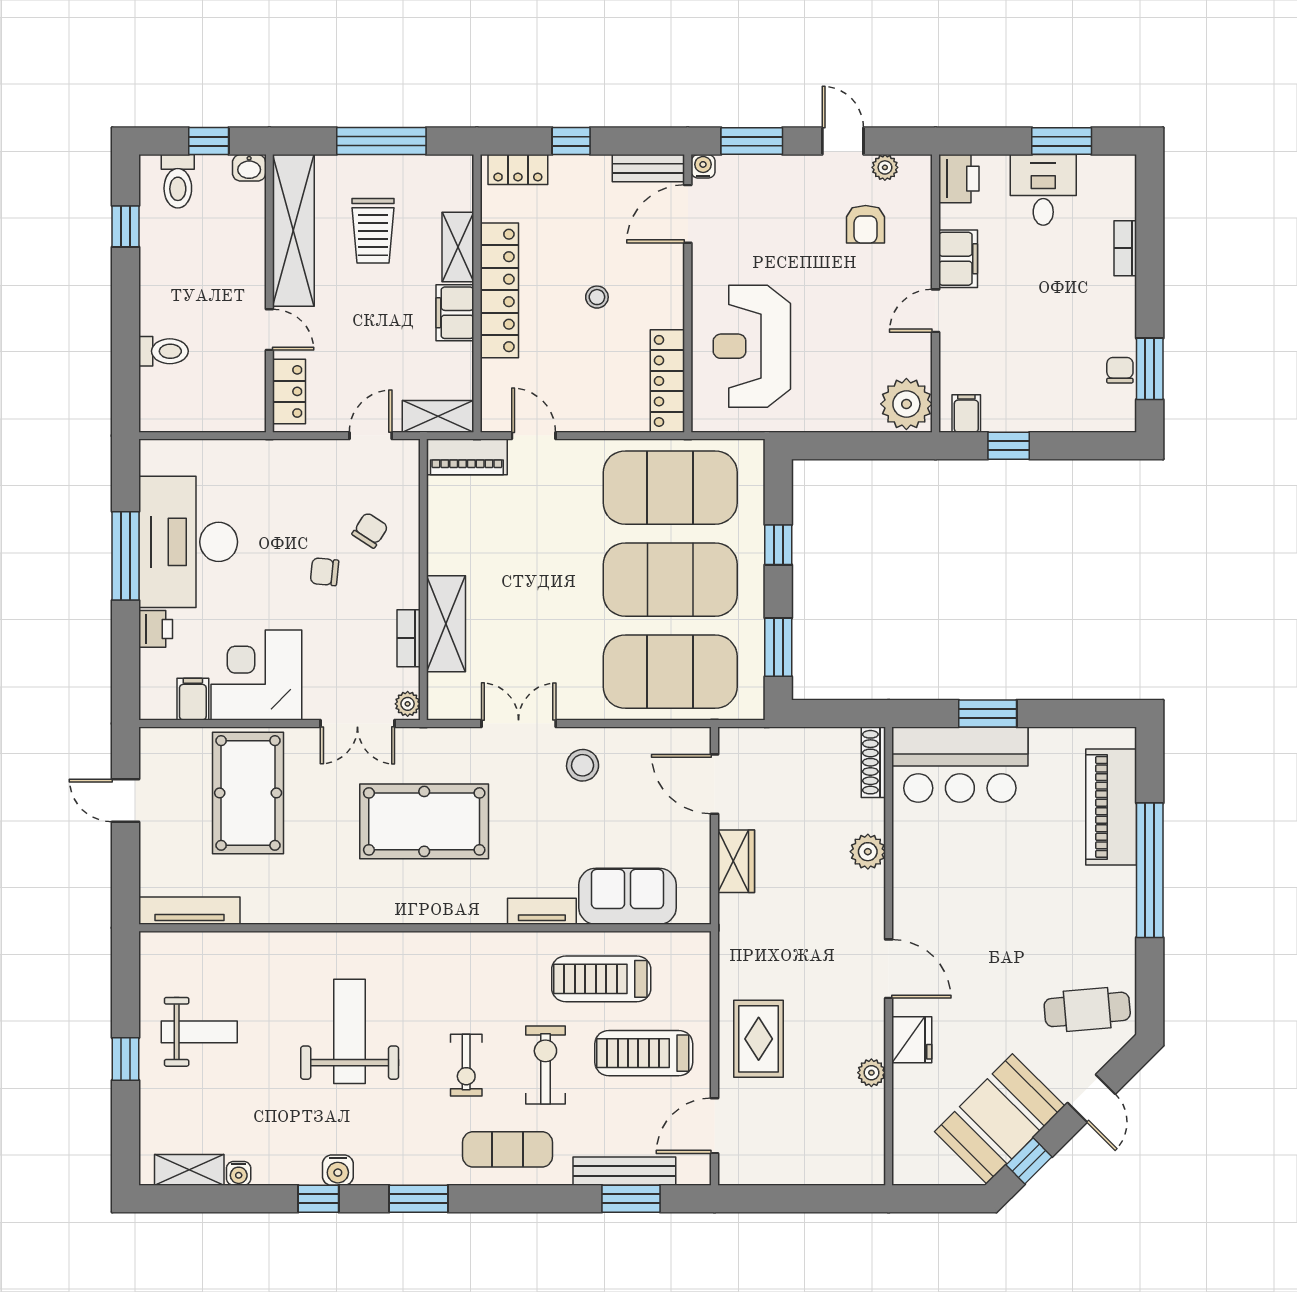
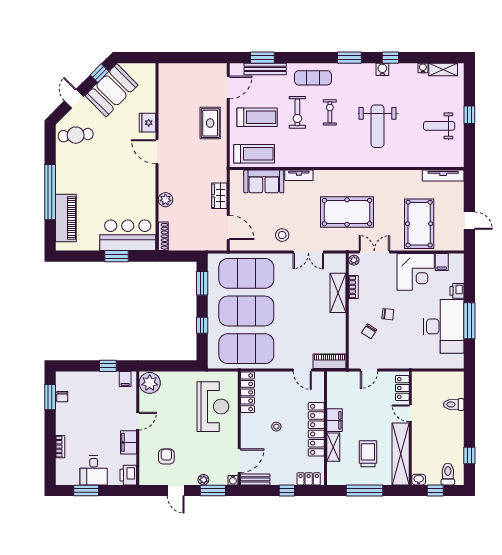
plant: (885, 167) -> (203, 480), moved
shelving: (438, 416) -> (341, 378), removed
treadmill: (601, 979) -> (254, 154), moved
plant: (871, 1073) -> (164, 109), removed

